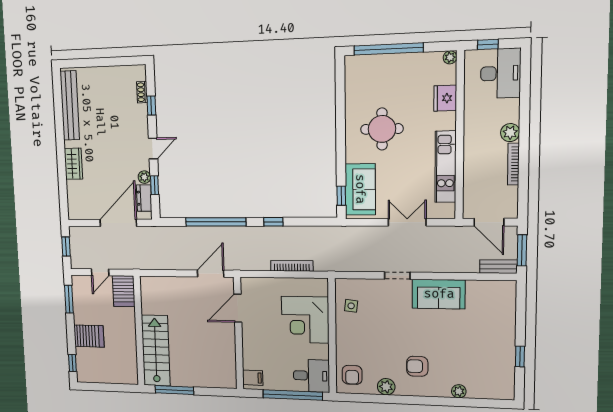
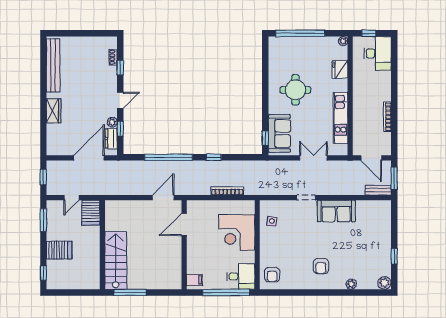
plant: (510, 133) -> (385, 95), removed
armchair: (417, 366) -> (321, 266), turned -90
plant: (386, 387) -> (384, 283), moved

